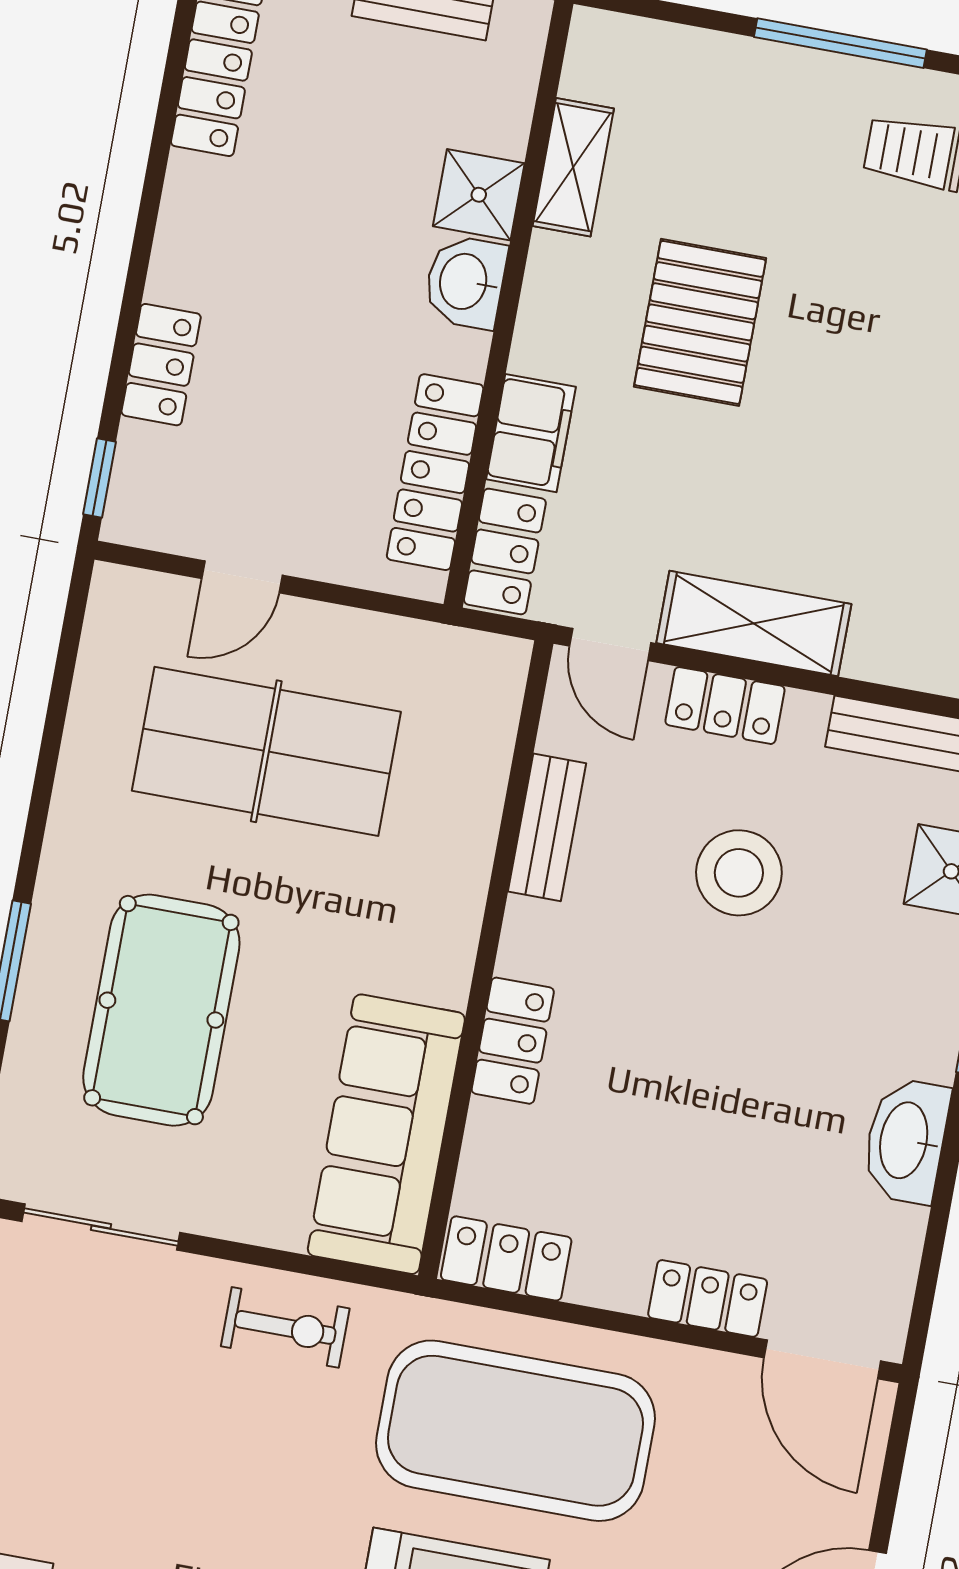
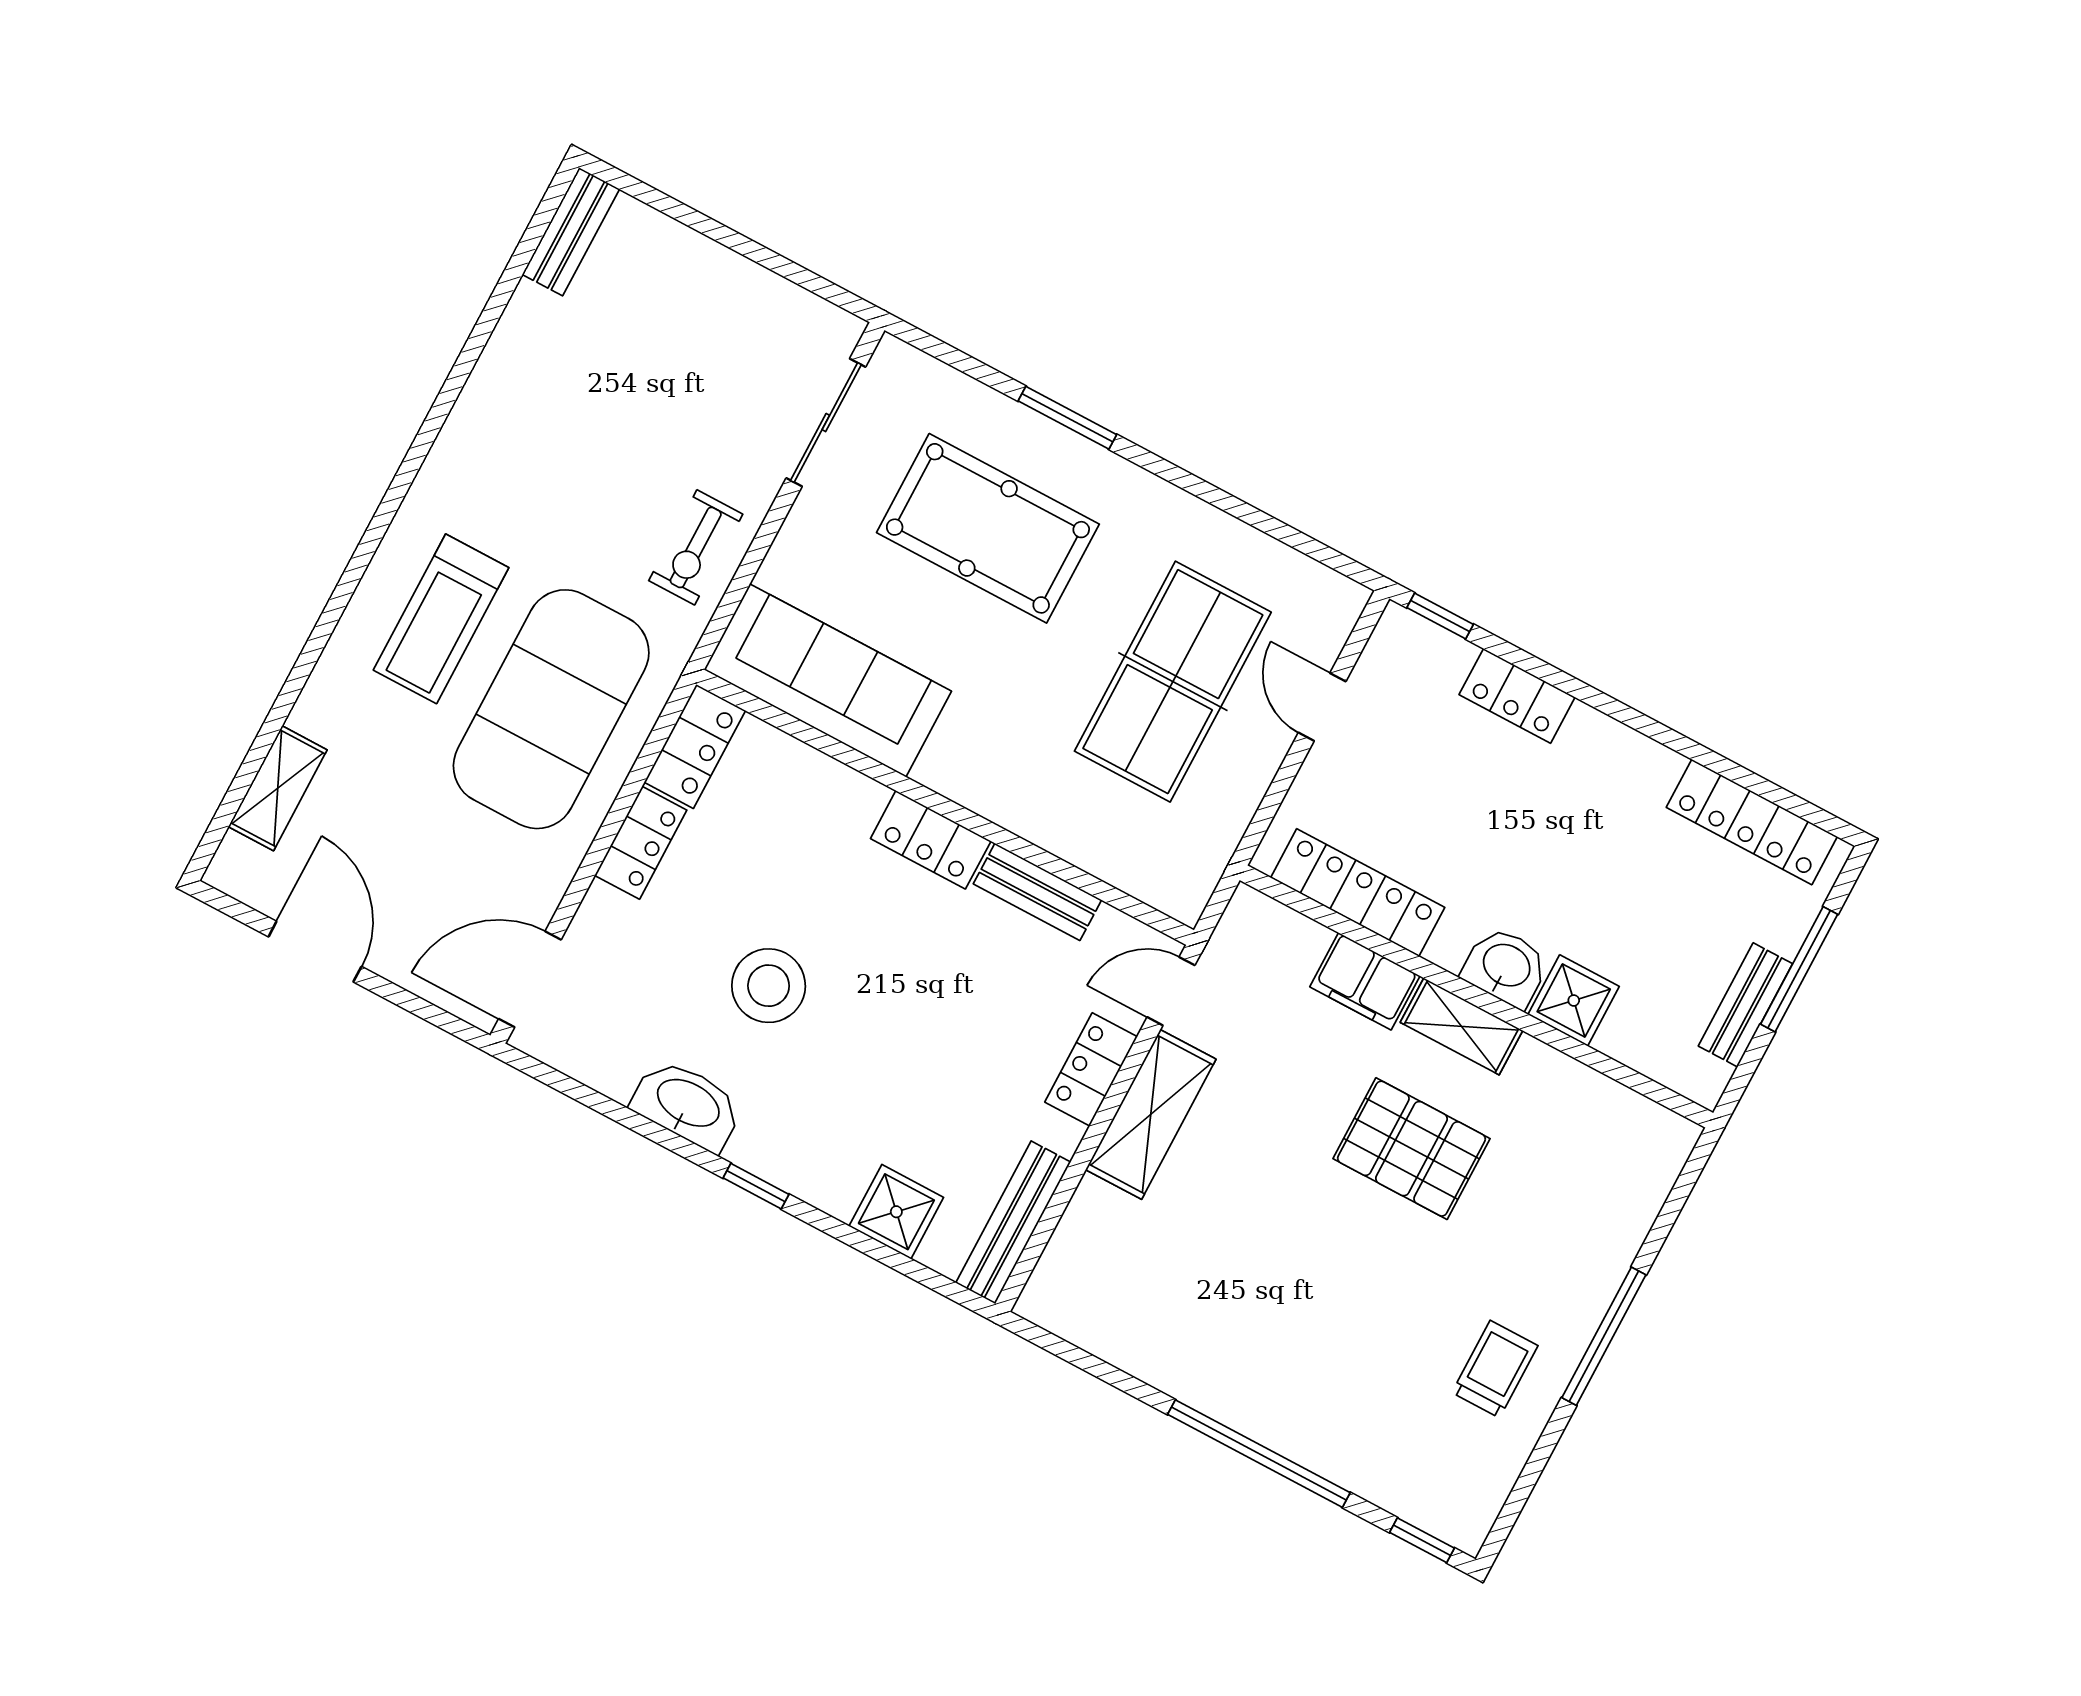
shelving: (573, 167) -> (1462, 1026), moved
locker: (505, 551) -> (1275, 929), removed
stool: (739, 873) -> (769, 986), moved
locker: (513, 1041) -> (931, 840), moved
locker: (708, 1298) -> (641, 843), moved

